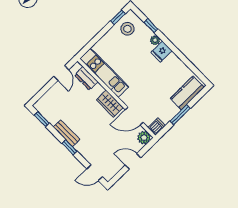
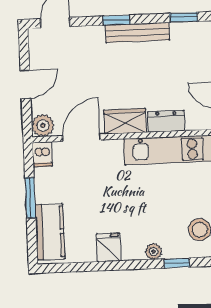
fridge: (161, 52) -> (109, 247), moved
dresser: (86, 78) -> (166, 121), moved
bench: (67, 133) -> (137, 33), width x1.36

